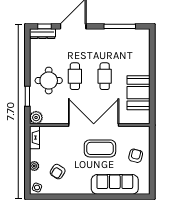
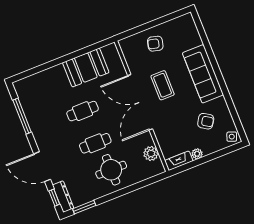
window: (27, 96) -> (84, 207), moved
plant: (36, 117) -> (151, 153), moved
coffee table: (100, 148) -> (163, 85), width x0.73, depth x0.76
plant: (34, 166) -> (197, 154), moved
sofa: (115, 184) -> (203, 74), moved

